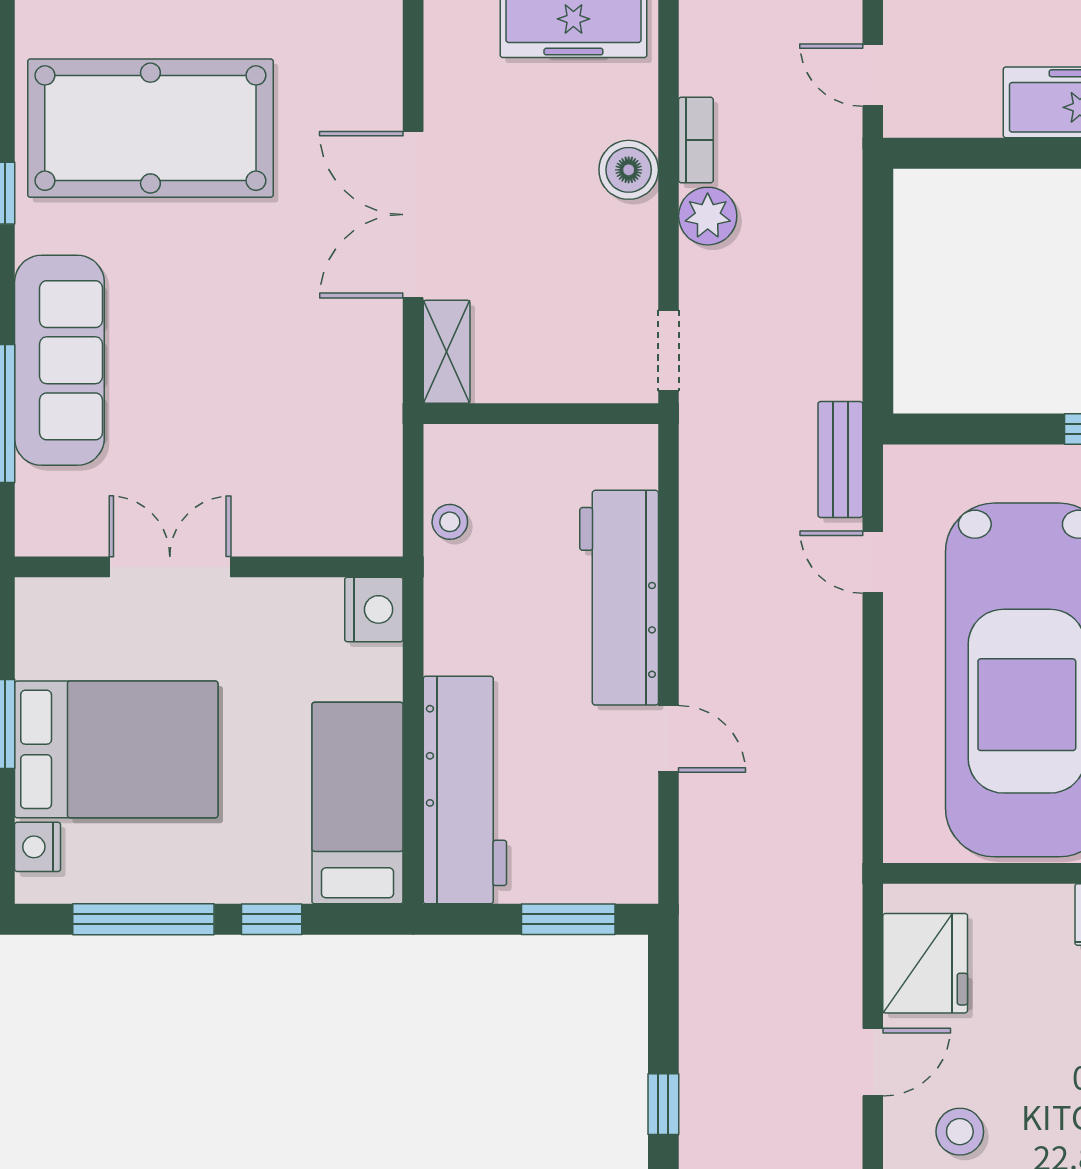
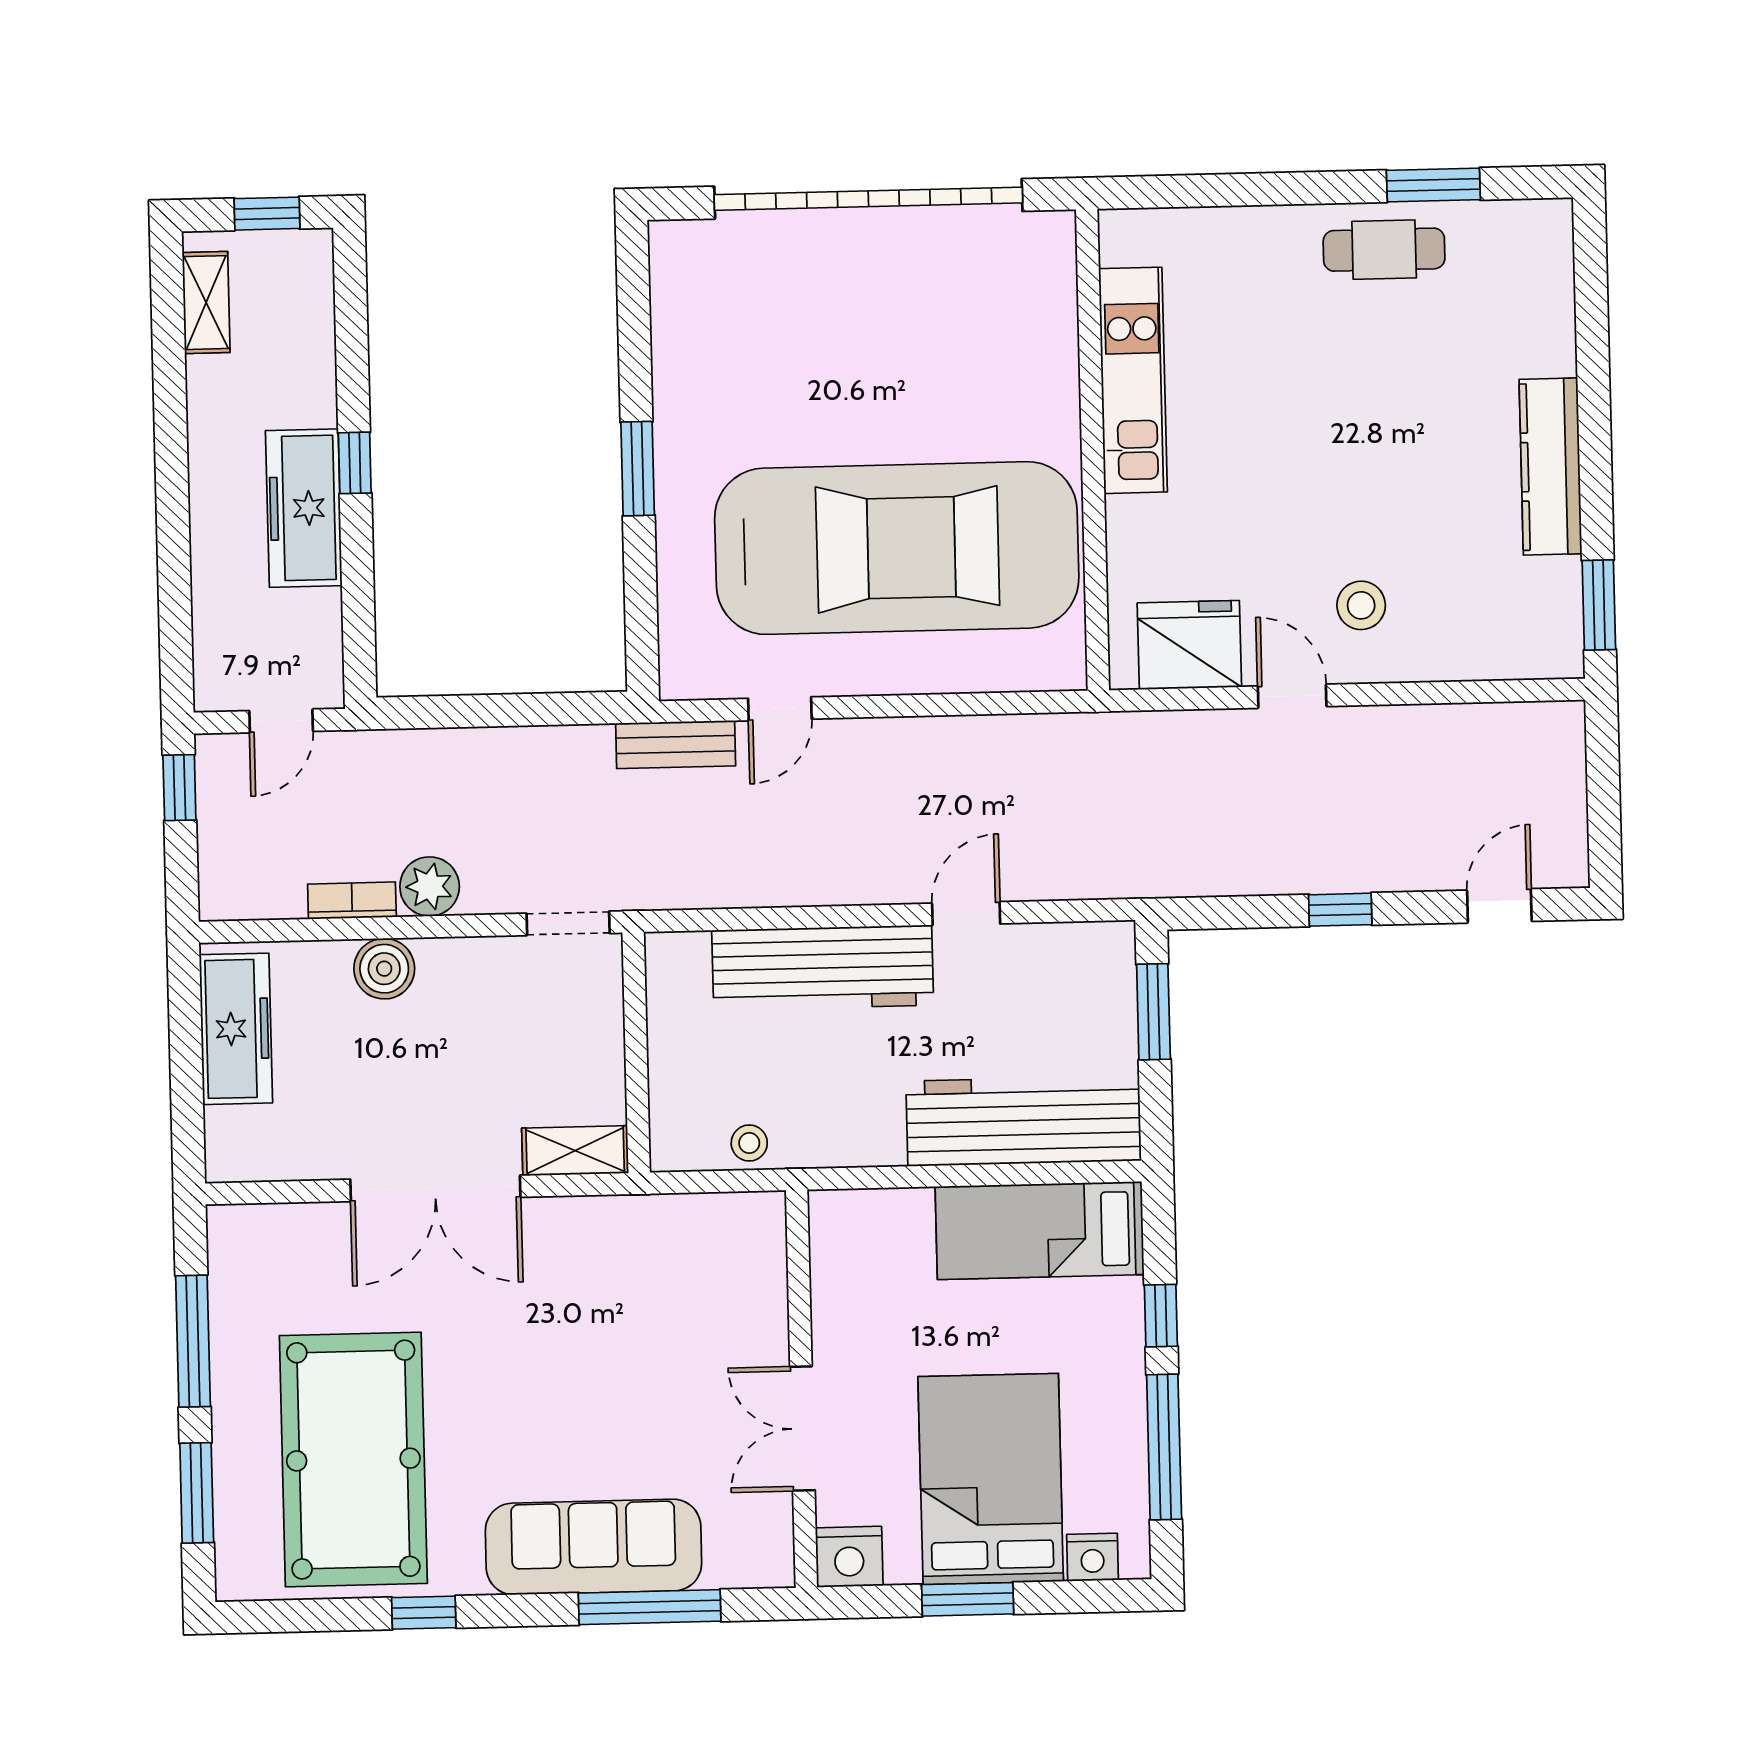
nightstand: (374, 609) -> (849, 1557), moved, turned 180

